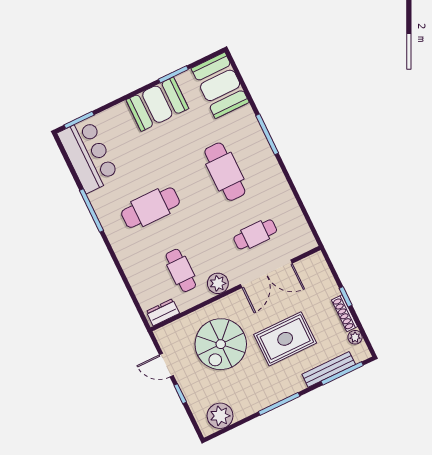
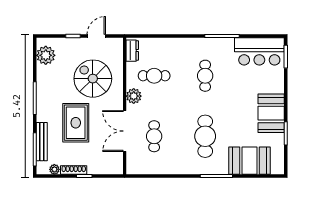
booth: (220, 85) -> (250, 161), moved
cafe table: (225, 172) -> (205, 136), turned 90
cafe table: (150, 208) -> (205, 76), width x0.73, depth x0.74

